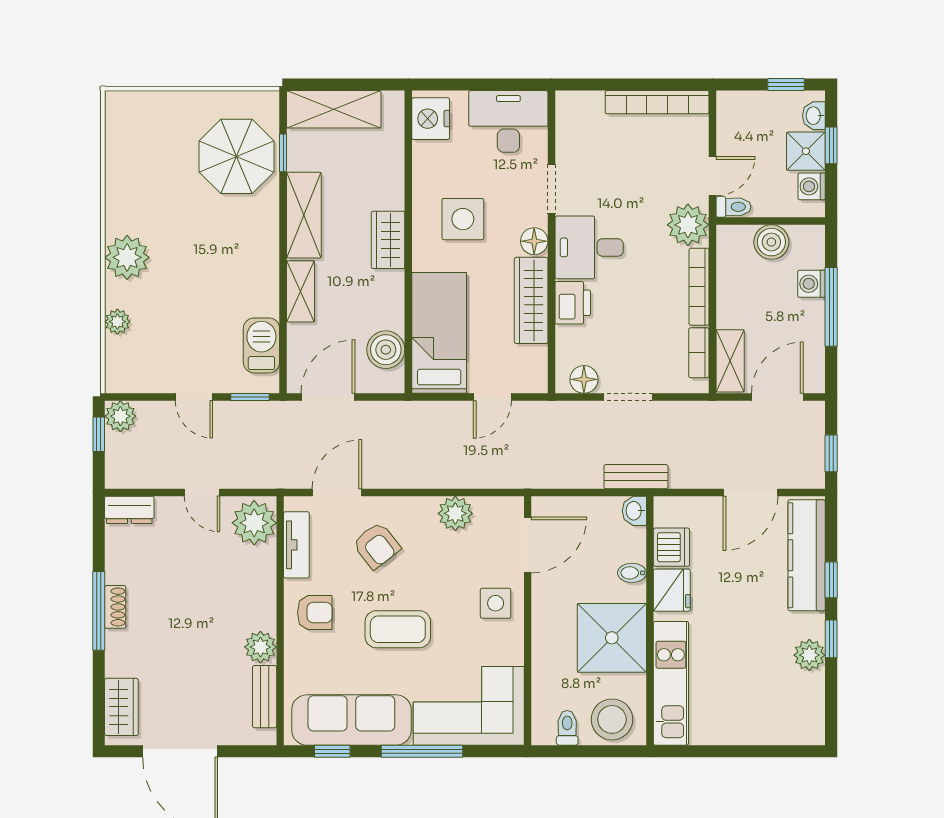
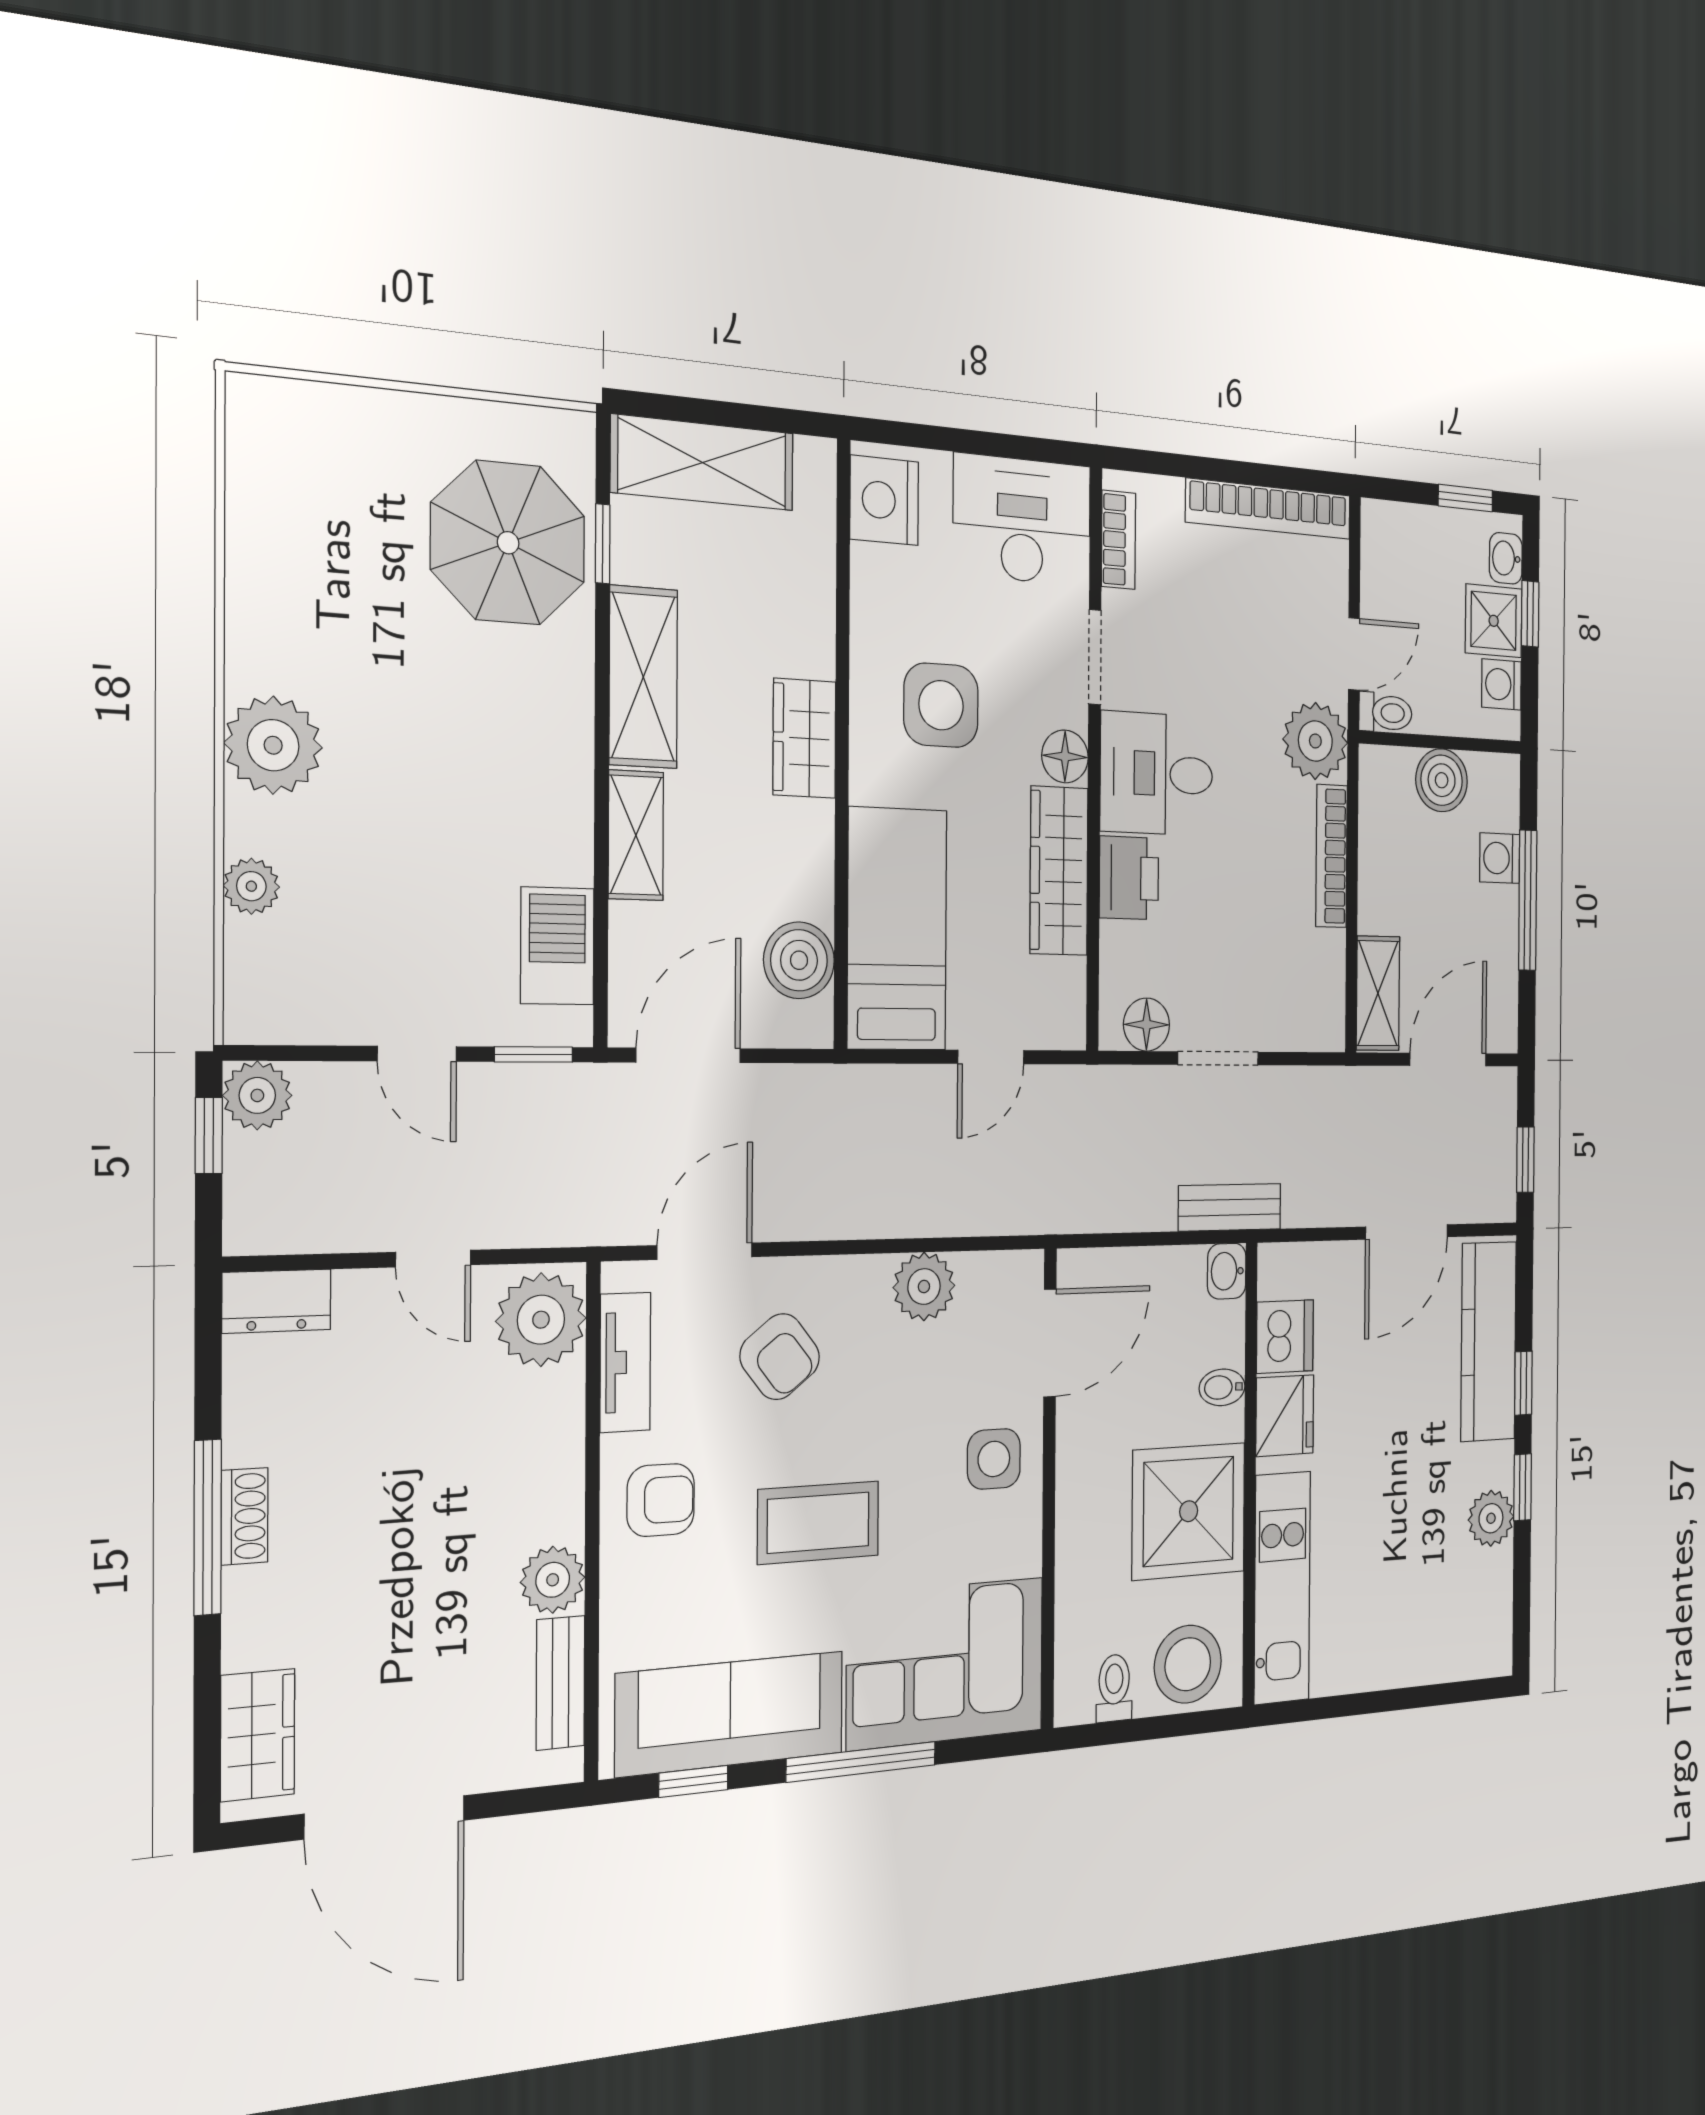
bookcase: (699, 353) -> (1118, 540), moved, turned 180

